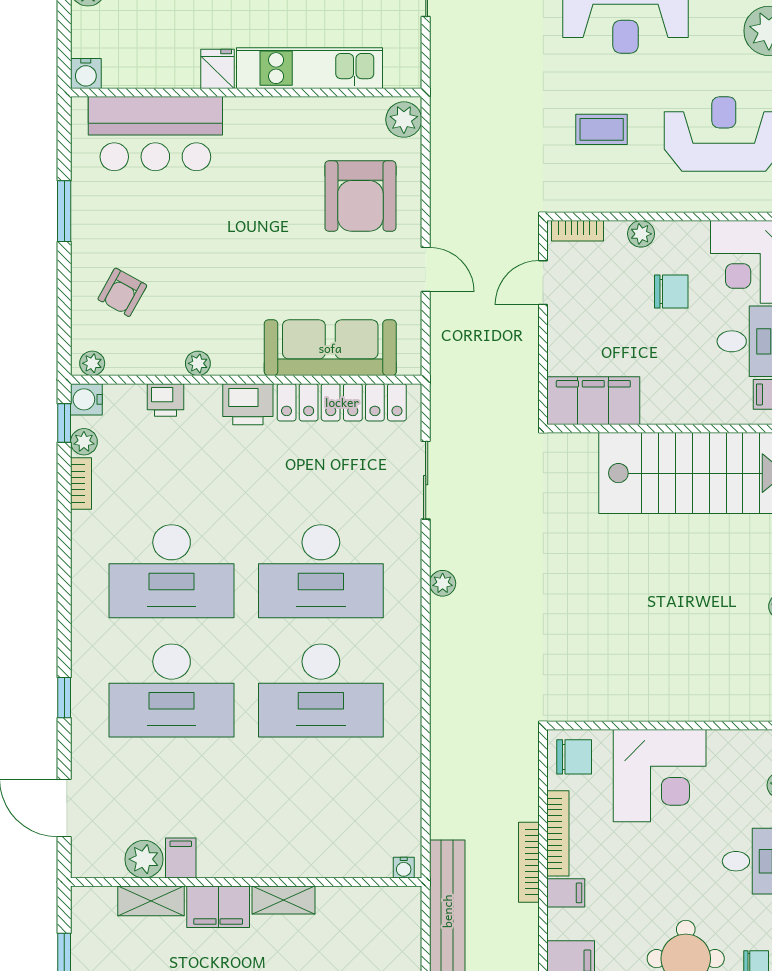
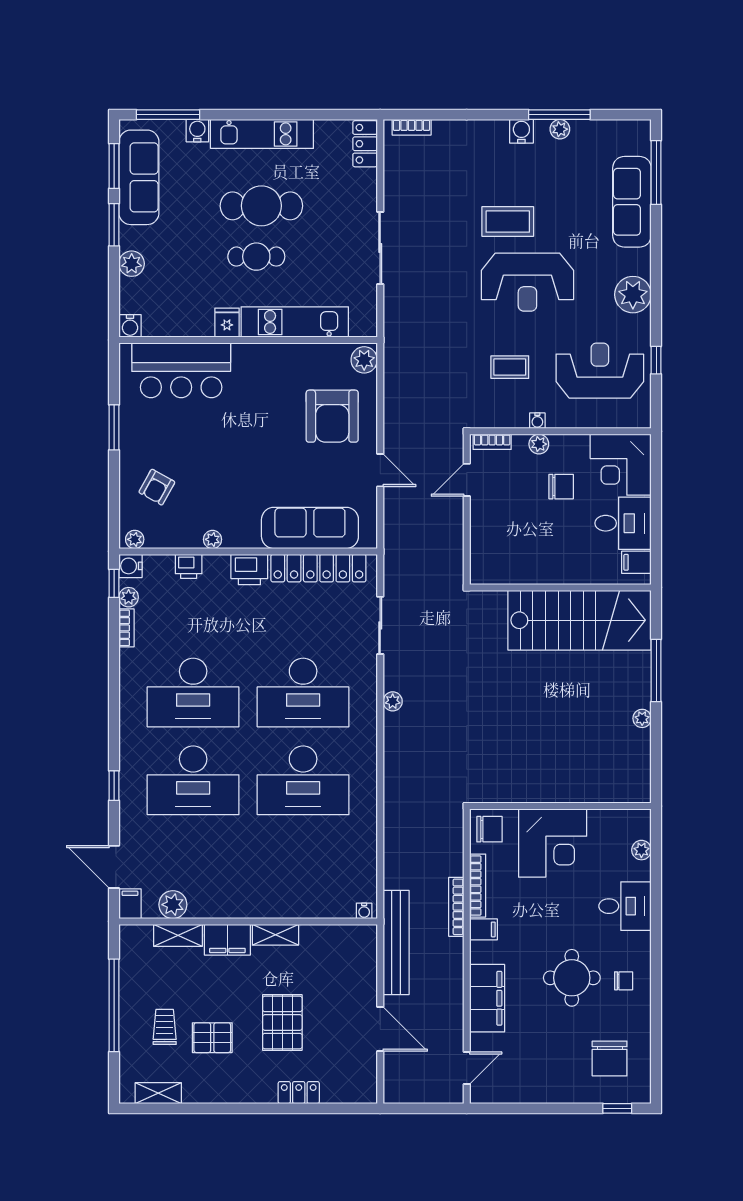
water cooler: (639, 202) -> (537, 421), added
filing cabinet: (593, 401) -> (504, 567), removed
filing cabinet: (181, 858) -> (130, 904), moved

